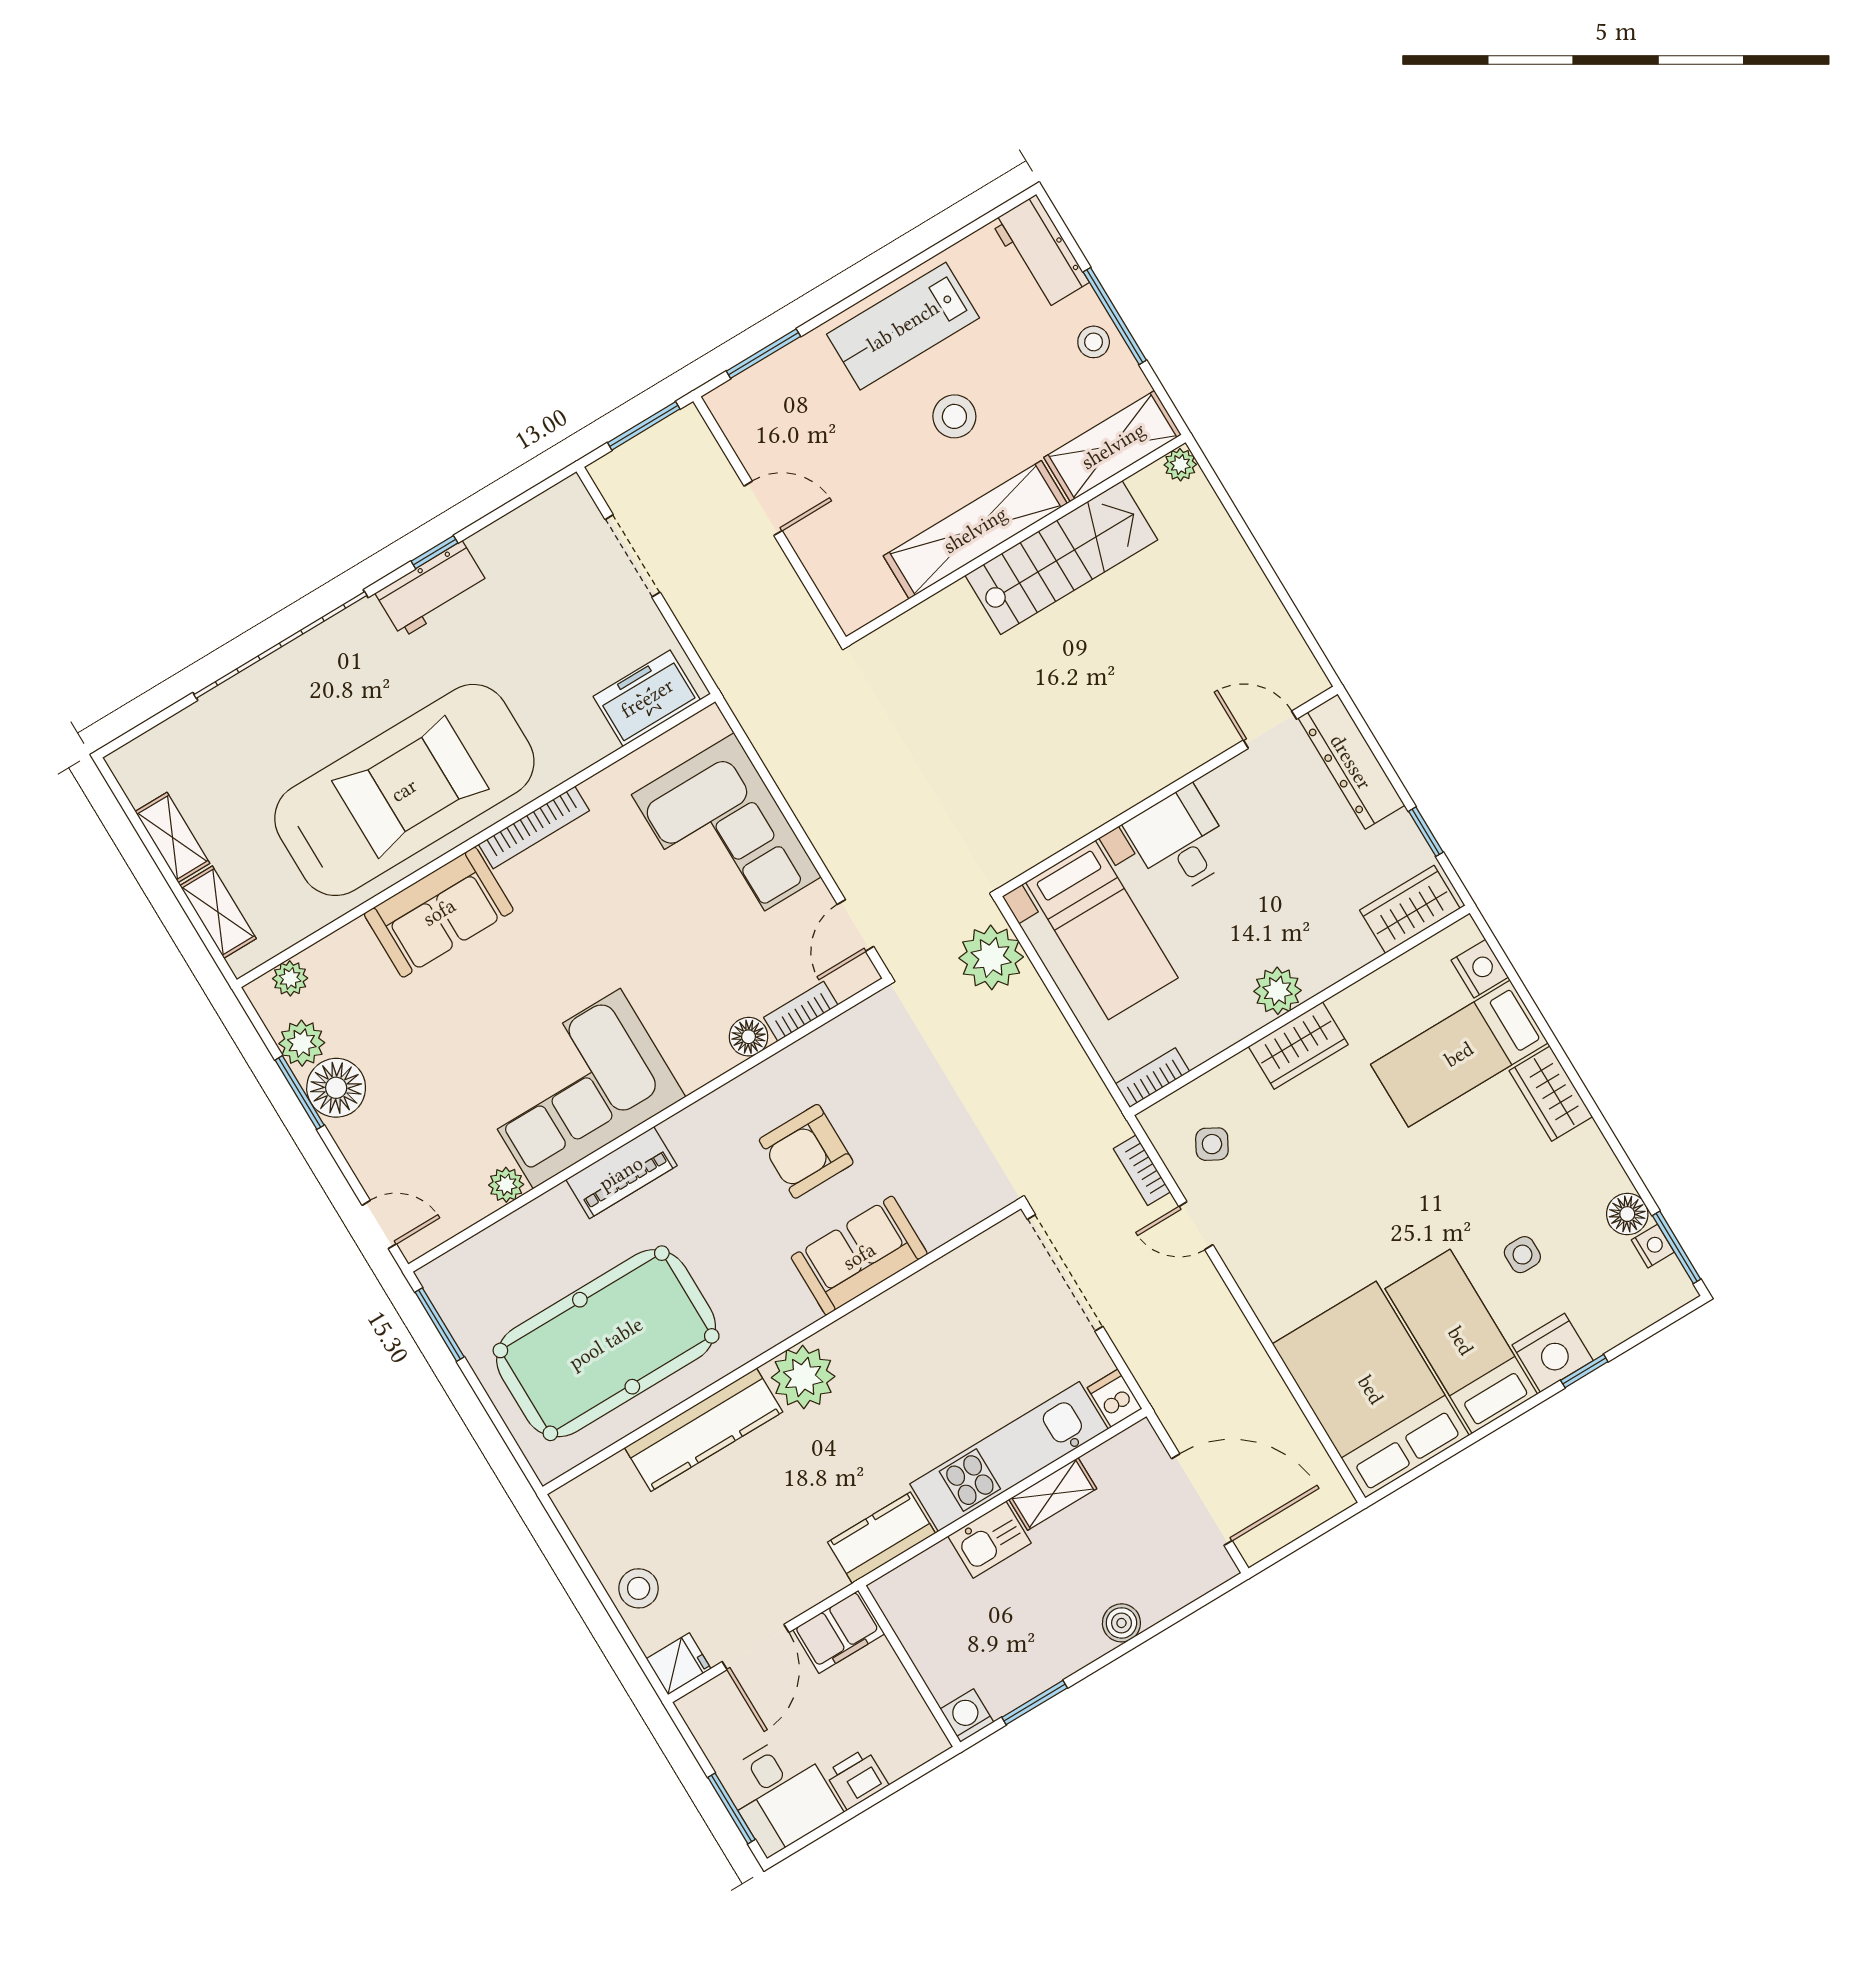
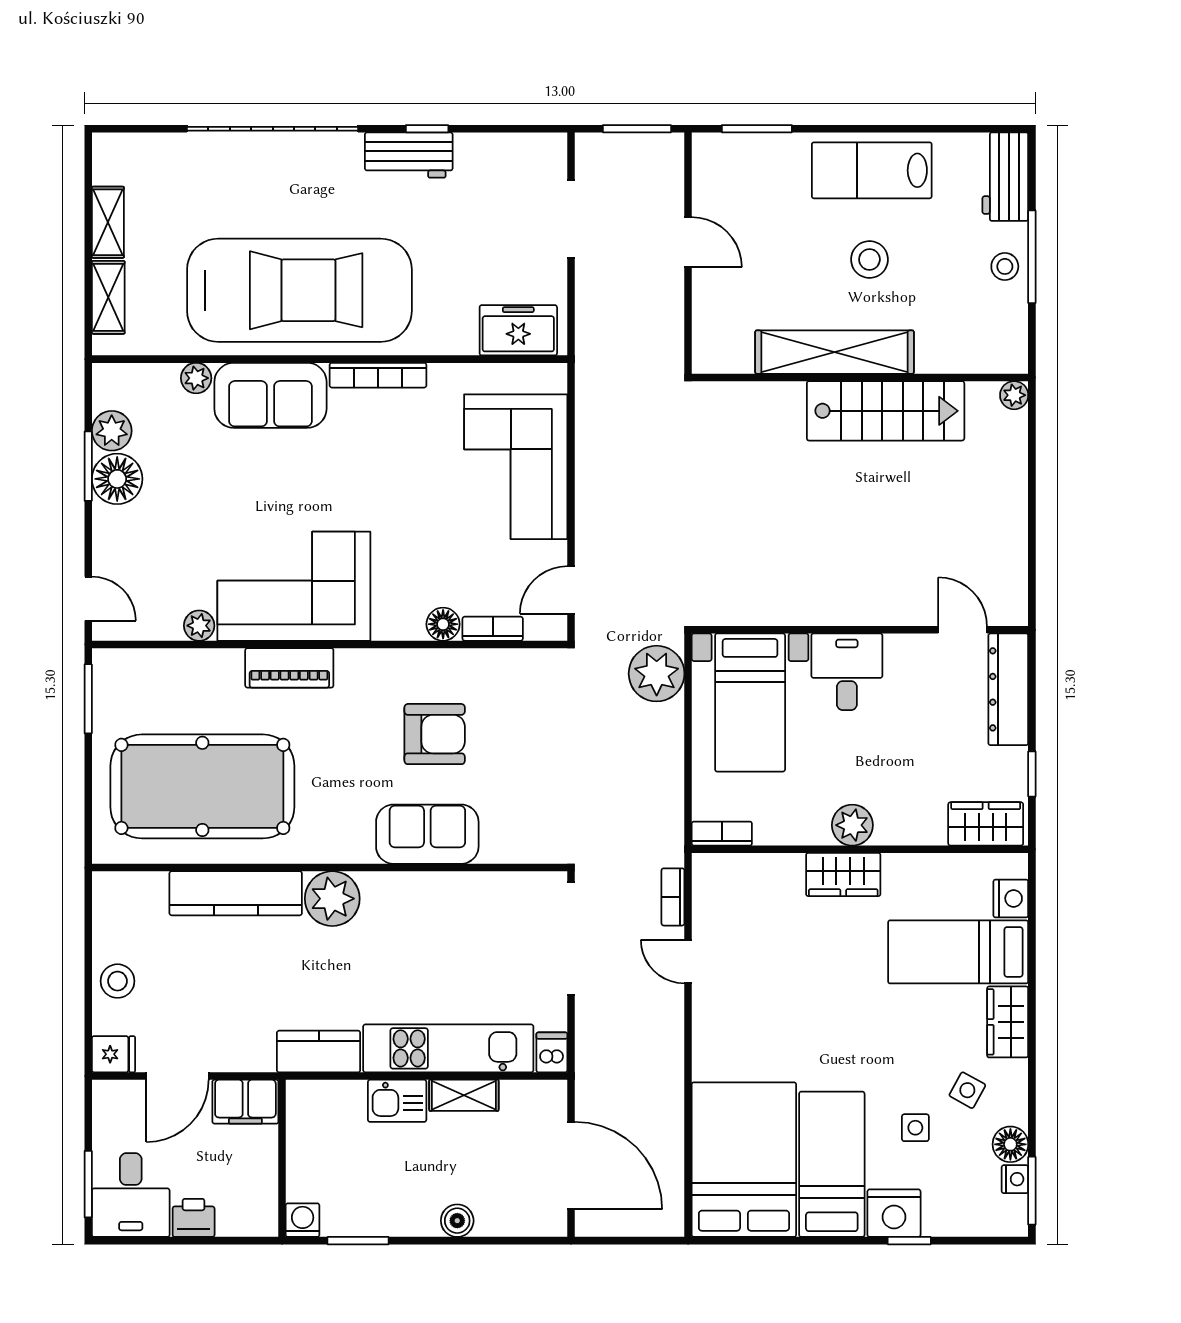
shelving: (1113, 446) -> (973, 351), removed
plant: (290, 978) -> (196, 378), moved
side table: (1212, 1144) -> (967, 1090), moved
armchair: (806, 1151) -> (435, 734), turned 180

